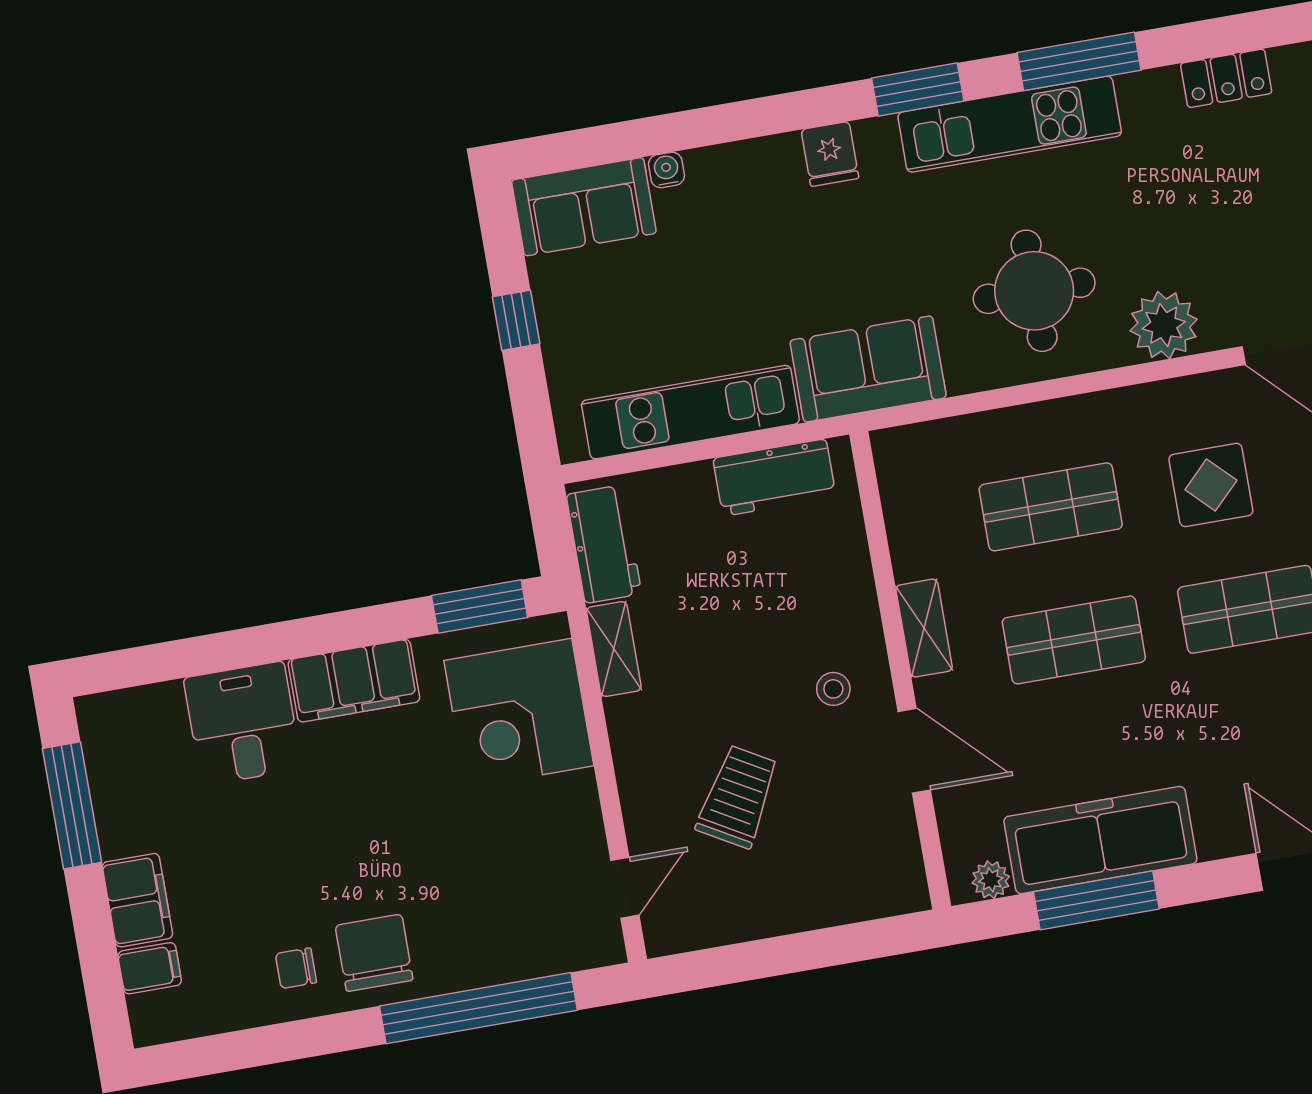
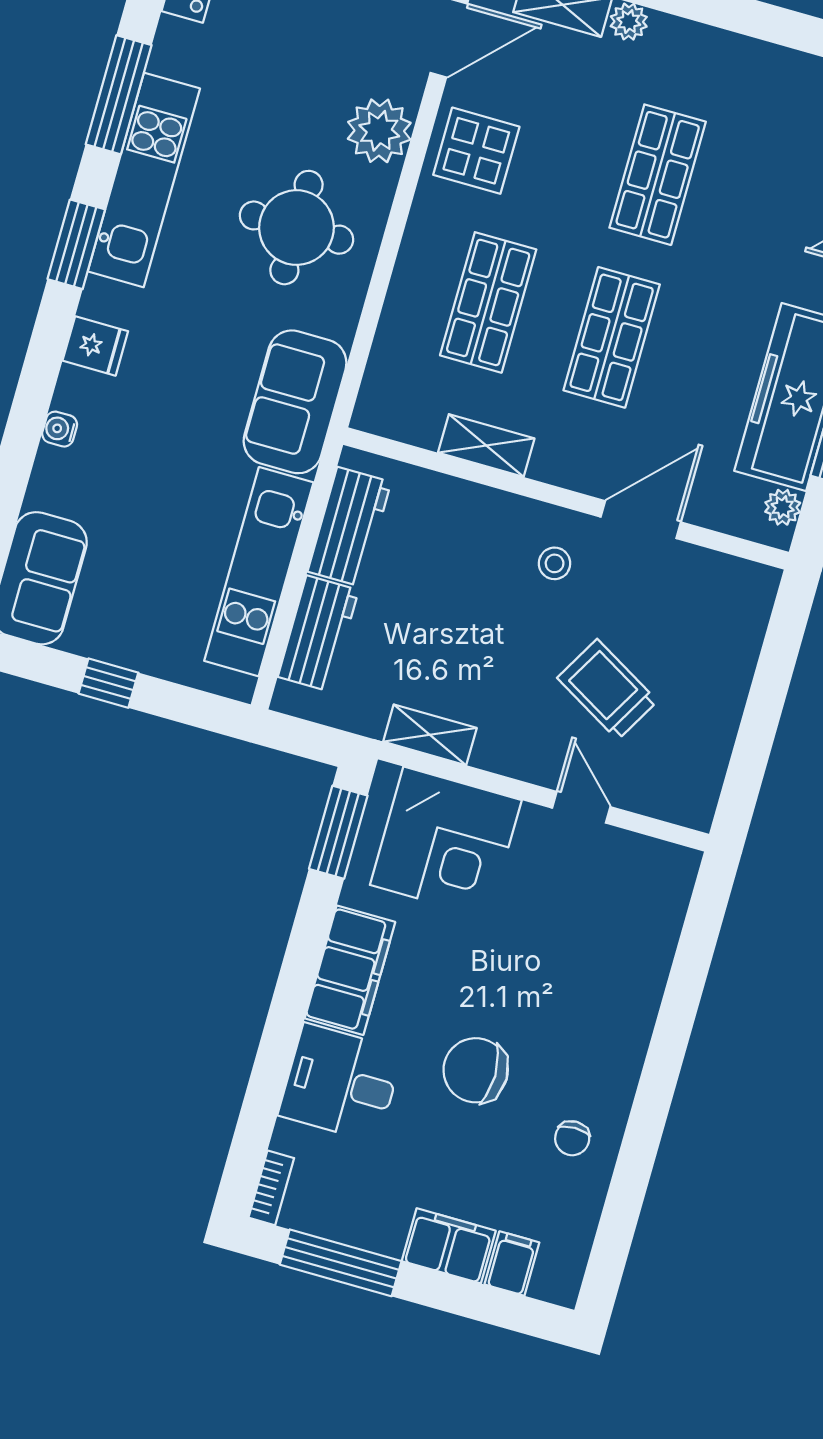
water cooler: (666, 170) -> (60, 429), moved
display table: (1211, 485) -> (476, 151), moved
workbench: (604, 544) -> (318, 633), moved, turned 90
shelving: (924, 628) -> (486, 445), moved
bookcase: (111, 705) -> (271, 1188), added
door: (625, 888) -> (581, 807), moved
chair: (374, 953) -> (476, 1070), moved
window: (478, 1008) -> (682, 999), removed

